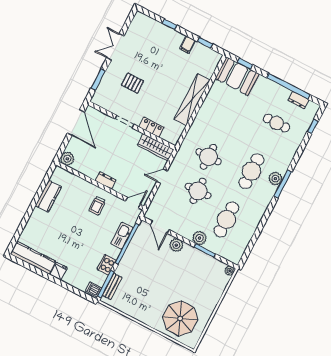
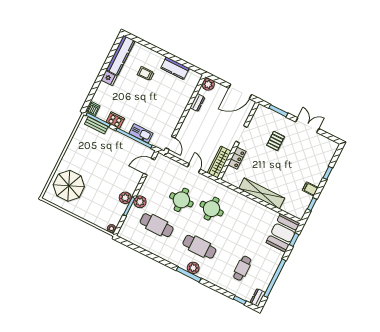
dresser: (298, 100) -> (258, 298), moved
dresser: (105, 180) -> (197, 103), moved
trolley: (97, 206) -> (146, 74), moved
plant: (176, 245) -> (125, 198), moved

